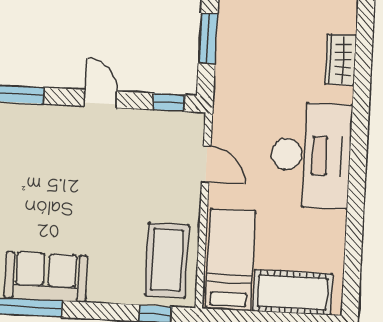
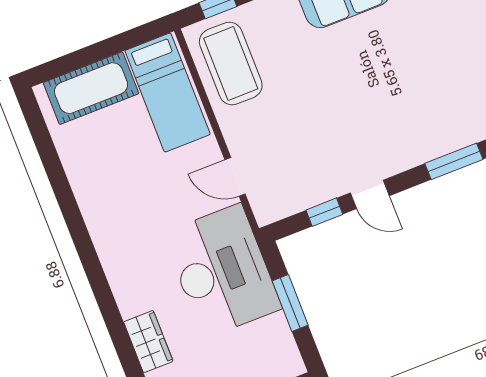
window: (169, 102) -> (324, 212), moved
desk: (311, 155) -> (222, 271), moved, turned 180

